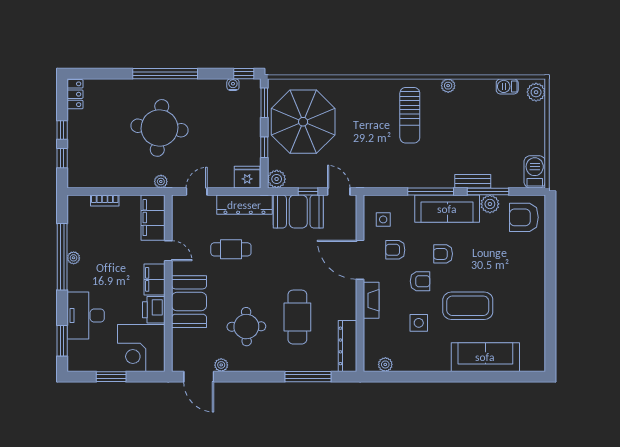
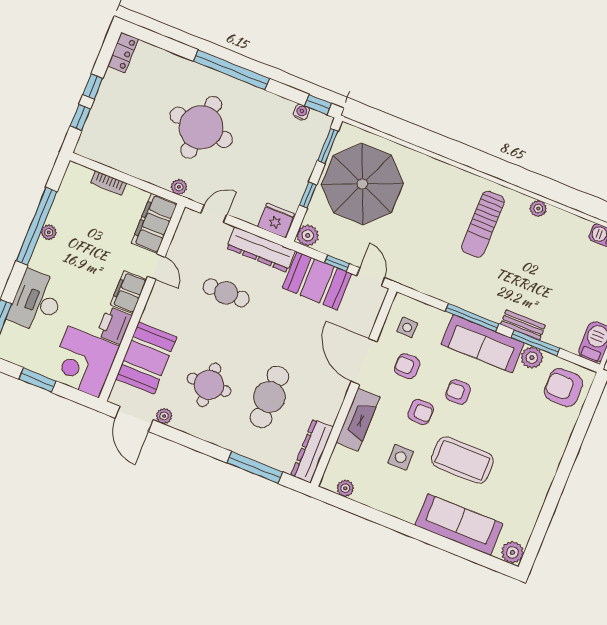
fireplace: (371, 300) -> (358, 420), width x1.37, depth x1.32
booth: (189, 302) -> (146, 358), moved
plant: (536, 362) -> (512, 552), added

